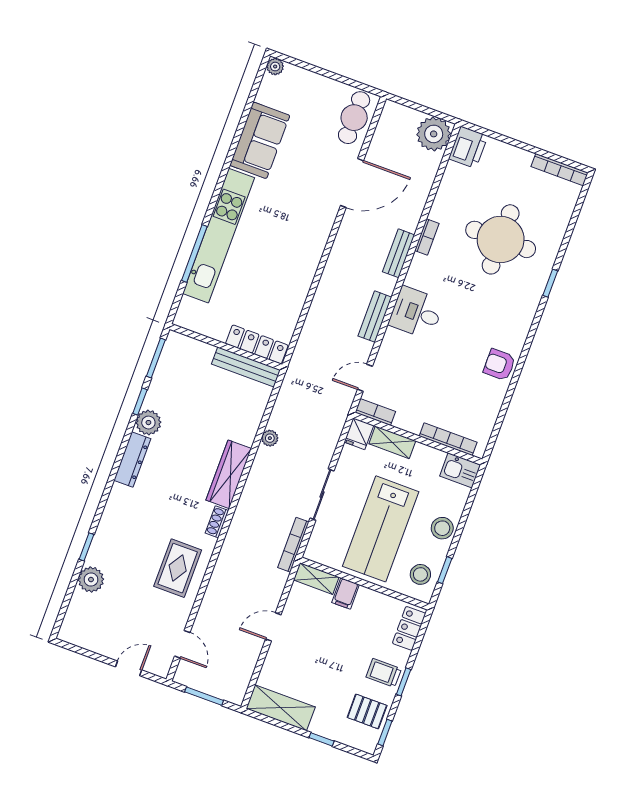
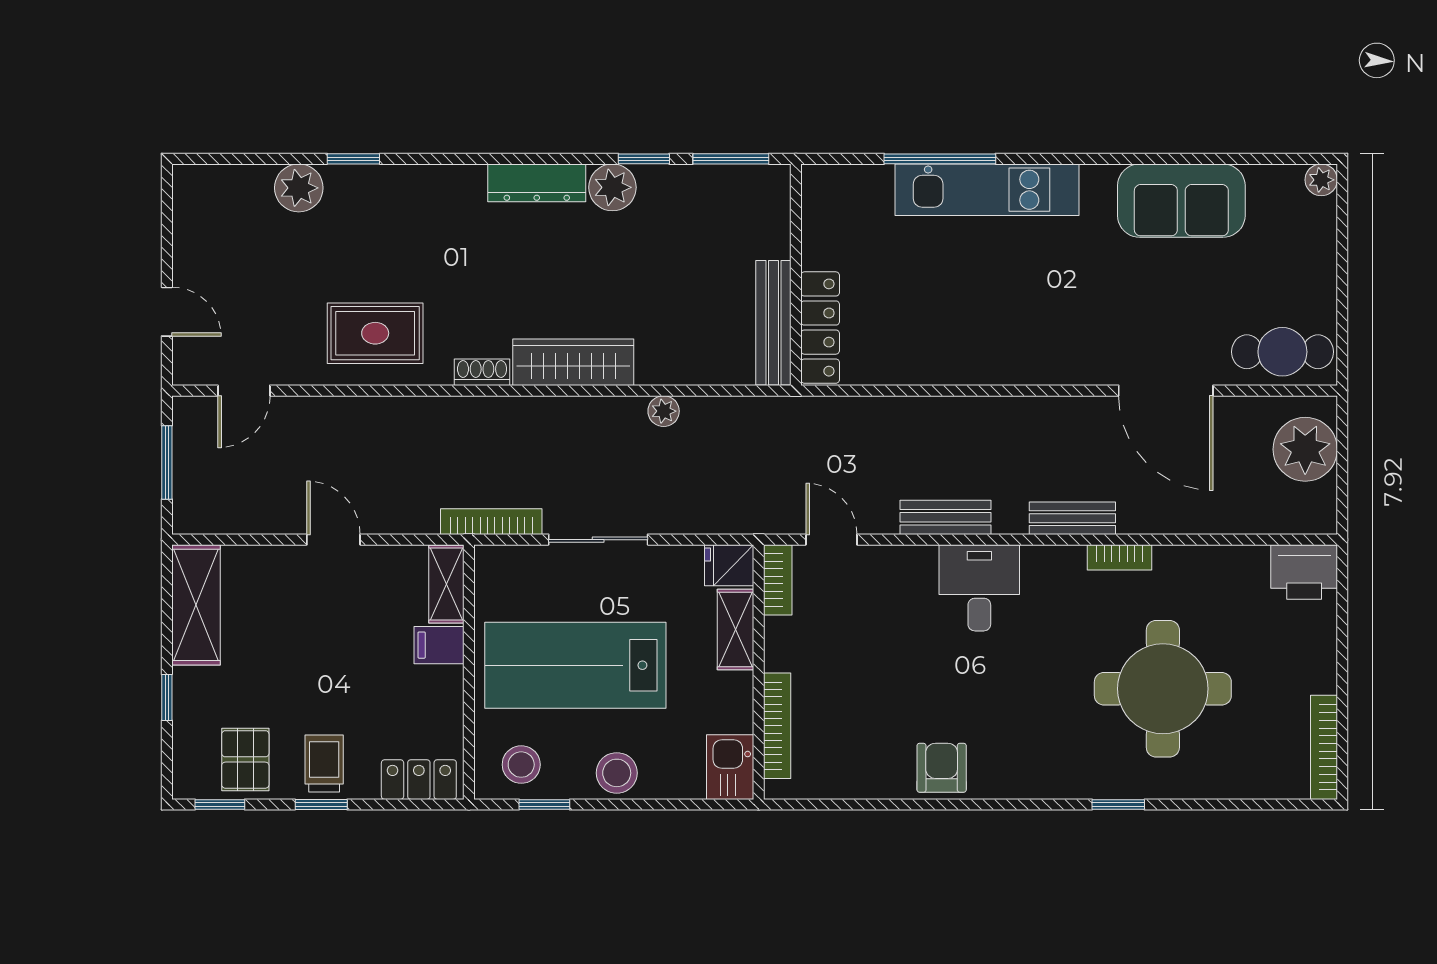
plant: (434, 134) -> (1305, 449), moved
kitchen unit: (219, 236) -> (987, 190), width x0.73

